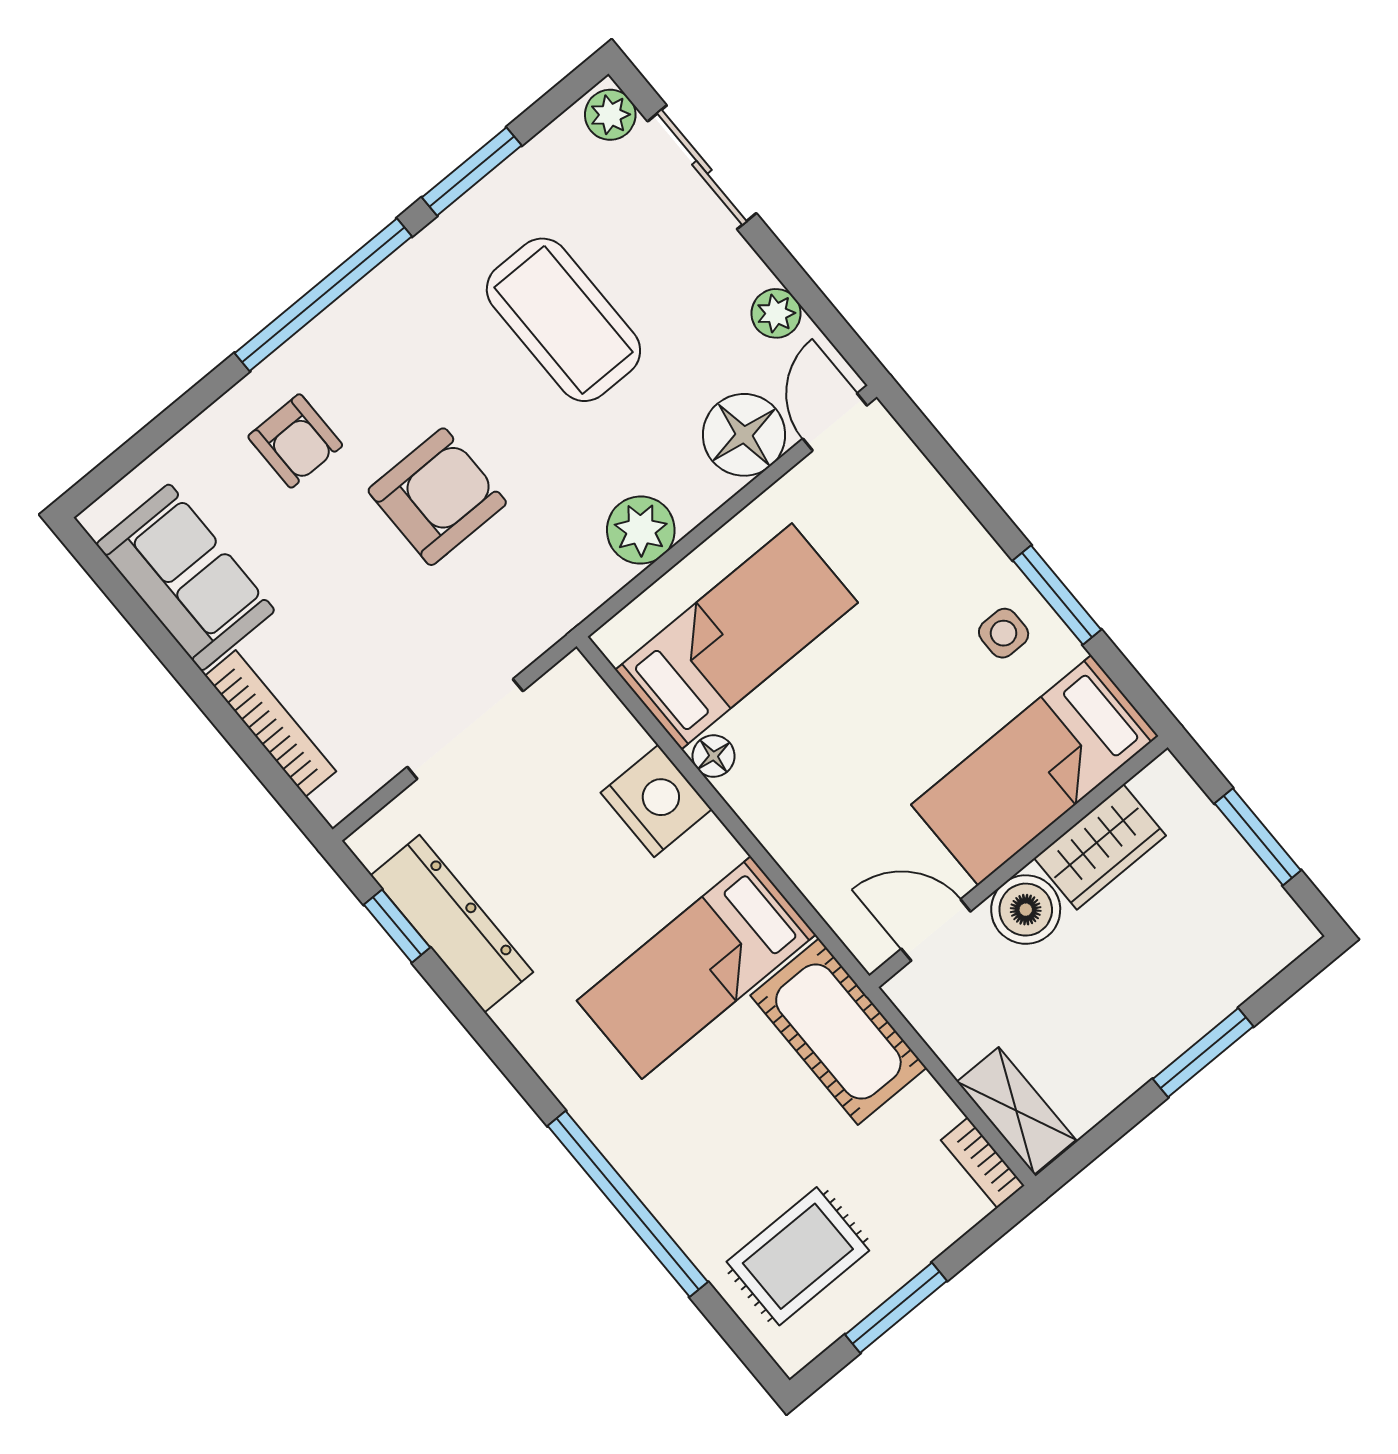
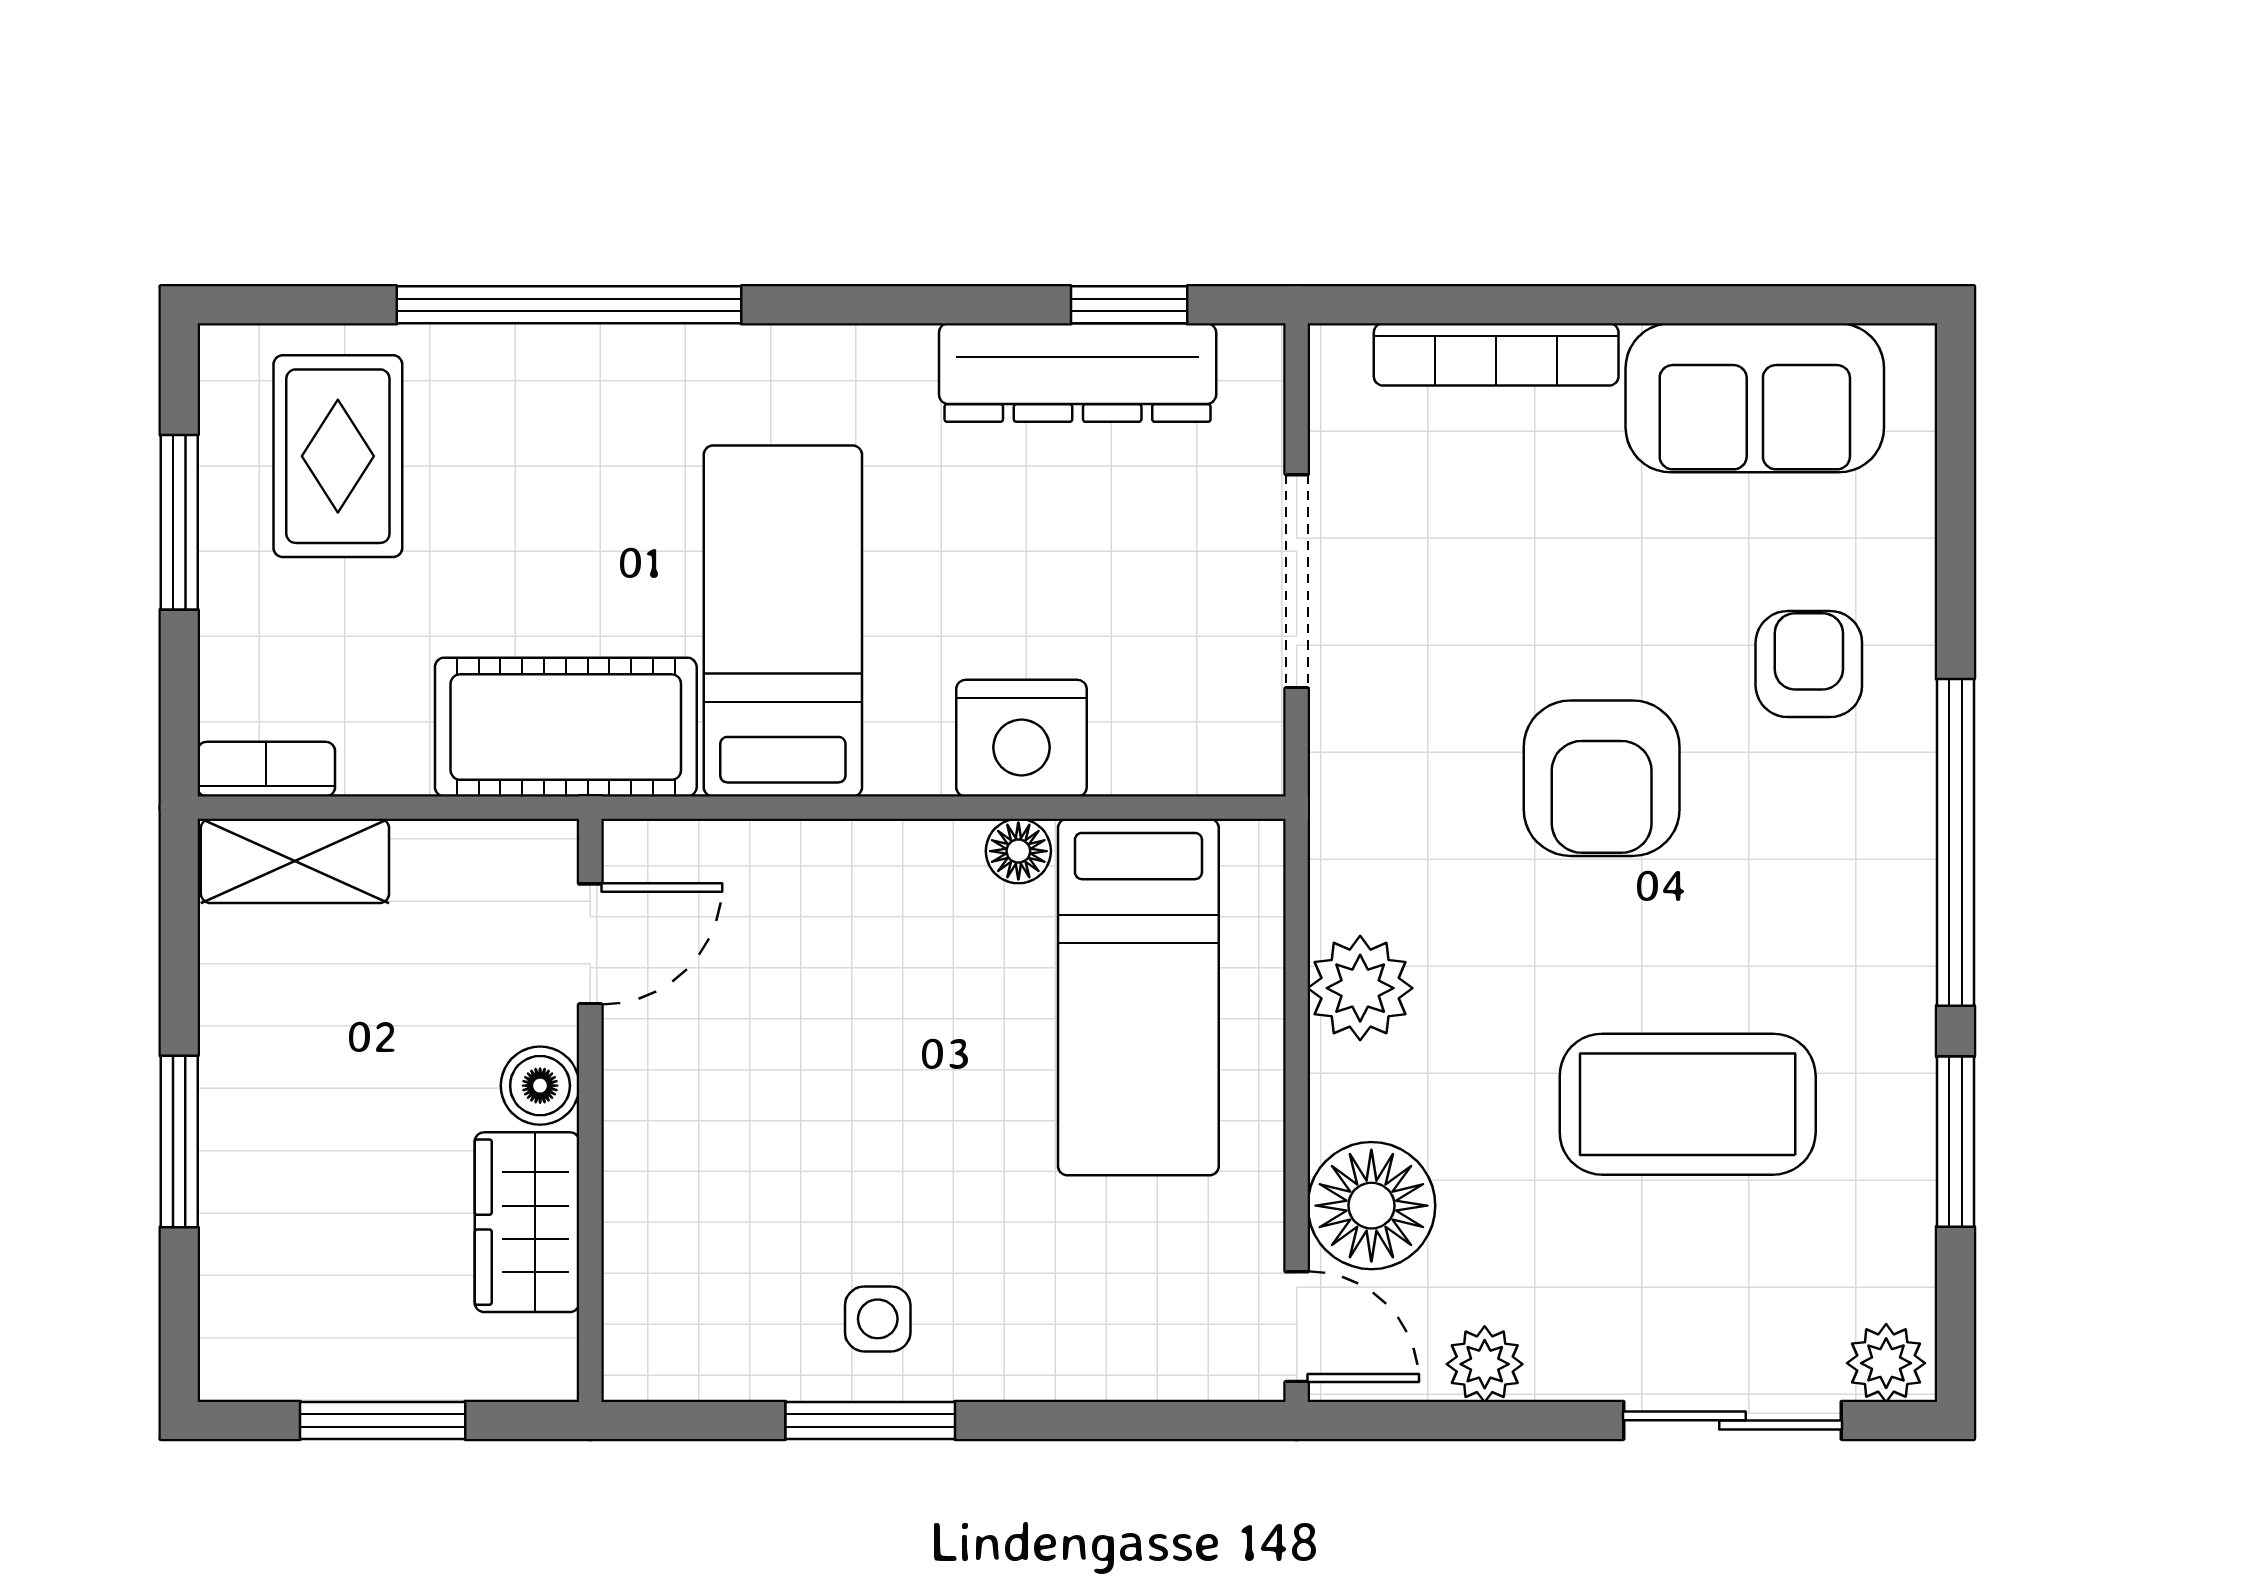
armchair: (295, 441) -> (1809, 664), turned 90
bed: (1035, 770) -> (683, 1220), removed
boiler: (1026, 910) -> (540, 1086), width x0.73, depth x0.73

